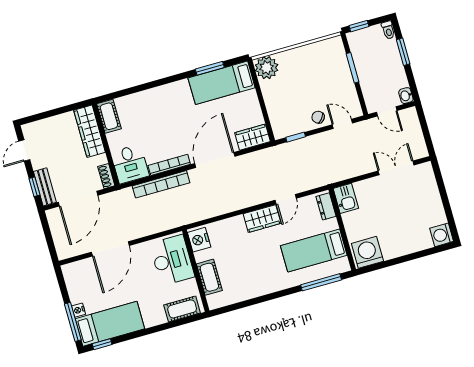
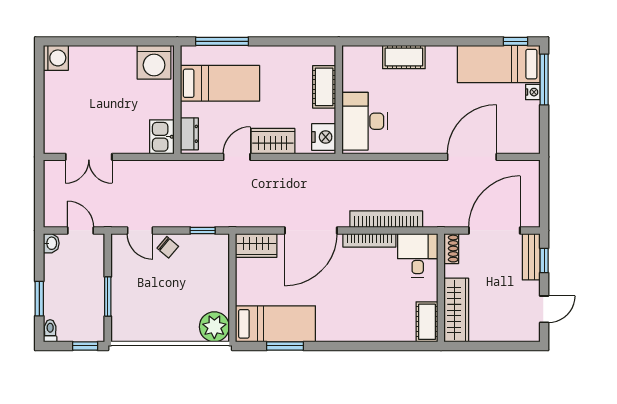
nightstand: (199, 240) -> (324, 137), moved
desk: (172, 260) -> (364, 121), moved
wall: (196, 271) -> (339, 100), moved
cot: (209, 277) -> (324, 87), moved

